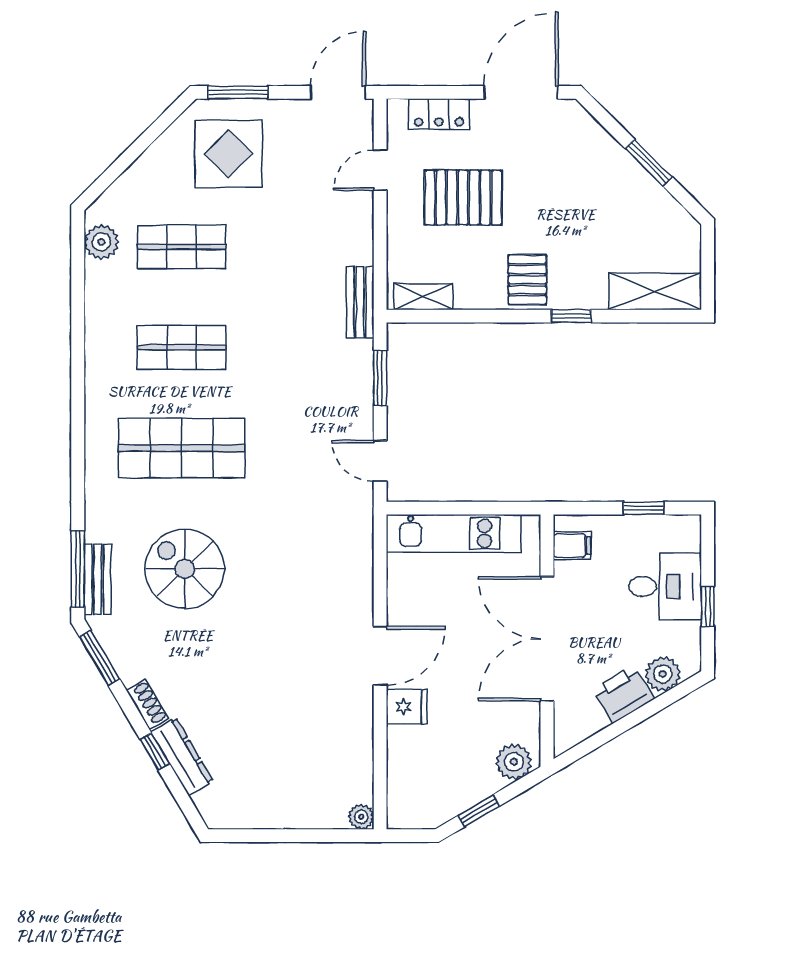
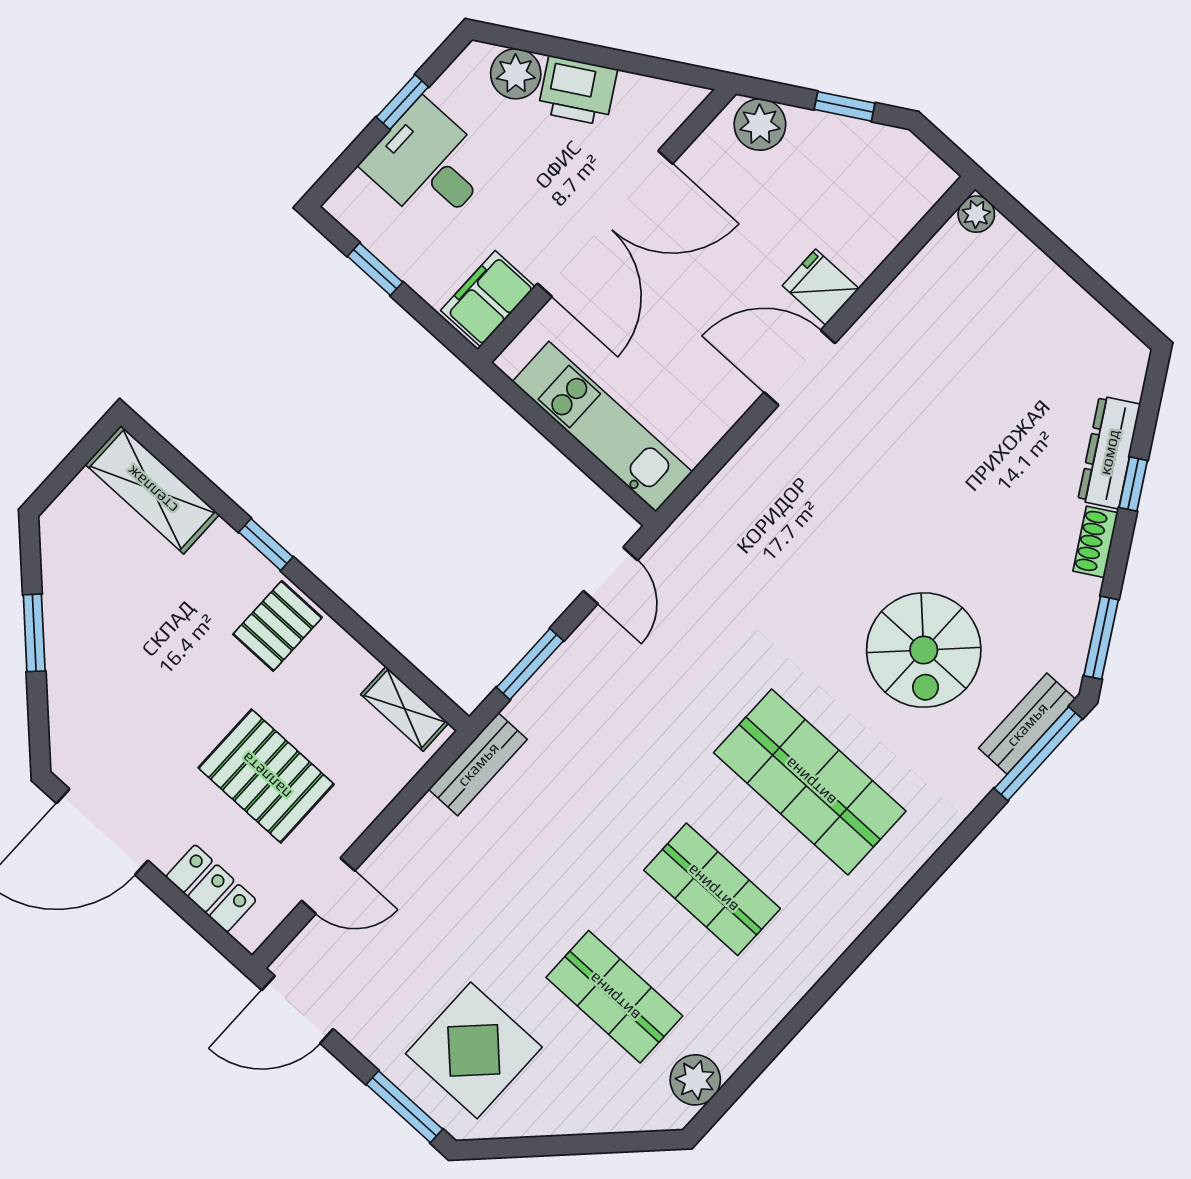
filing cabinet: (572, 546) -> (488, 299), width x2.00

